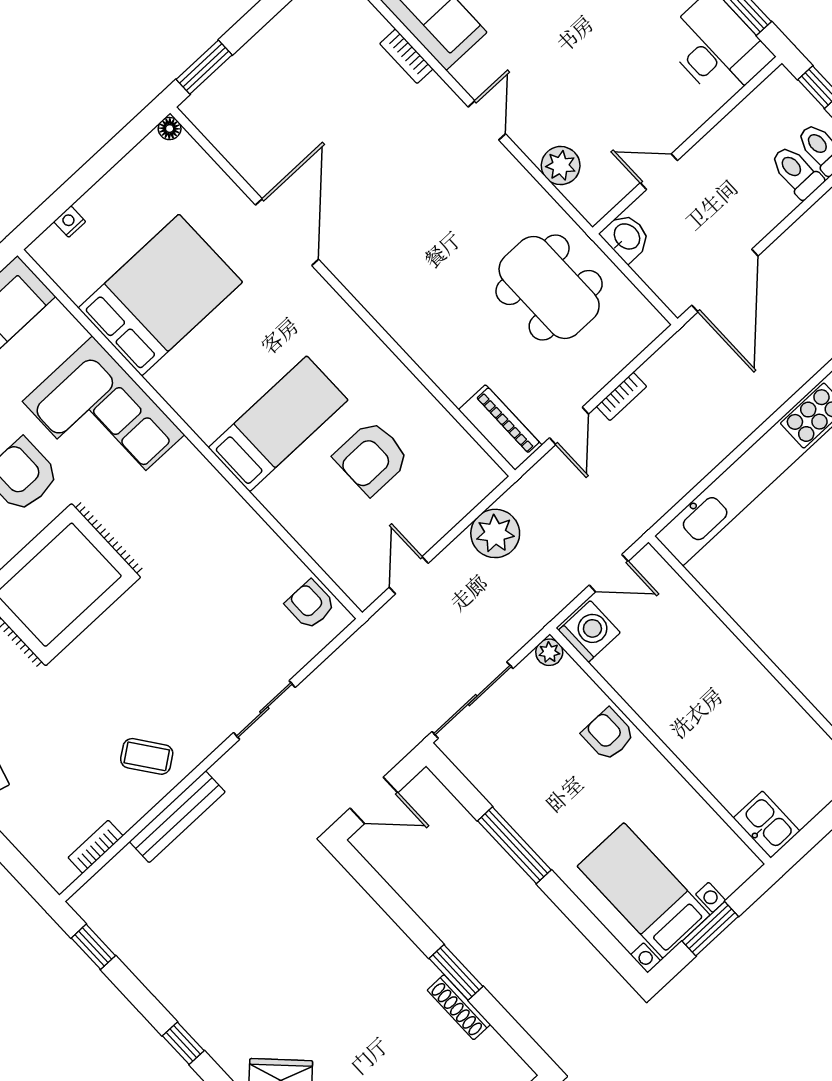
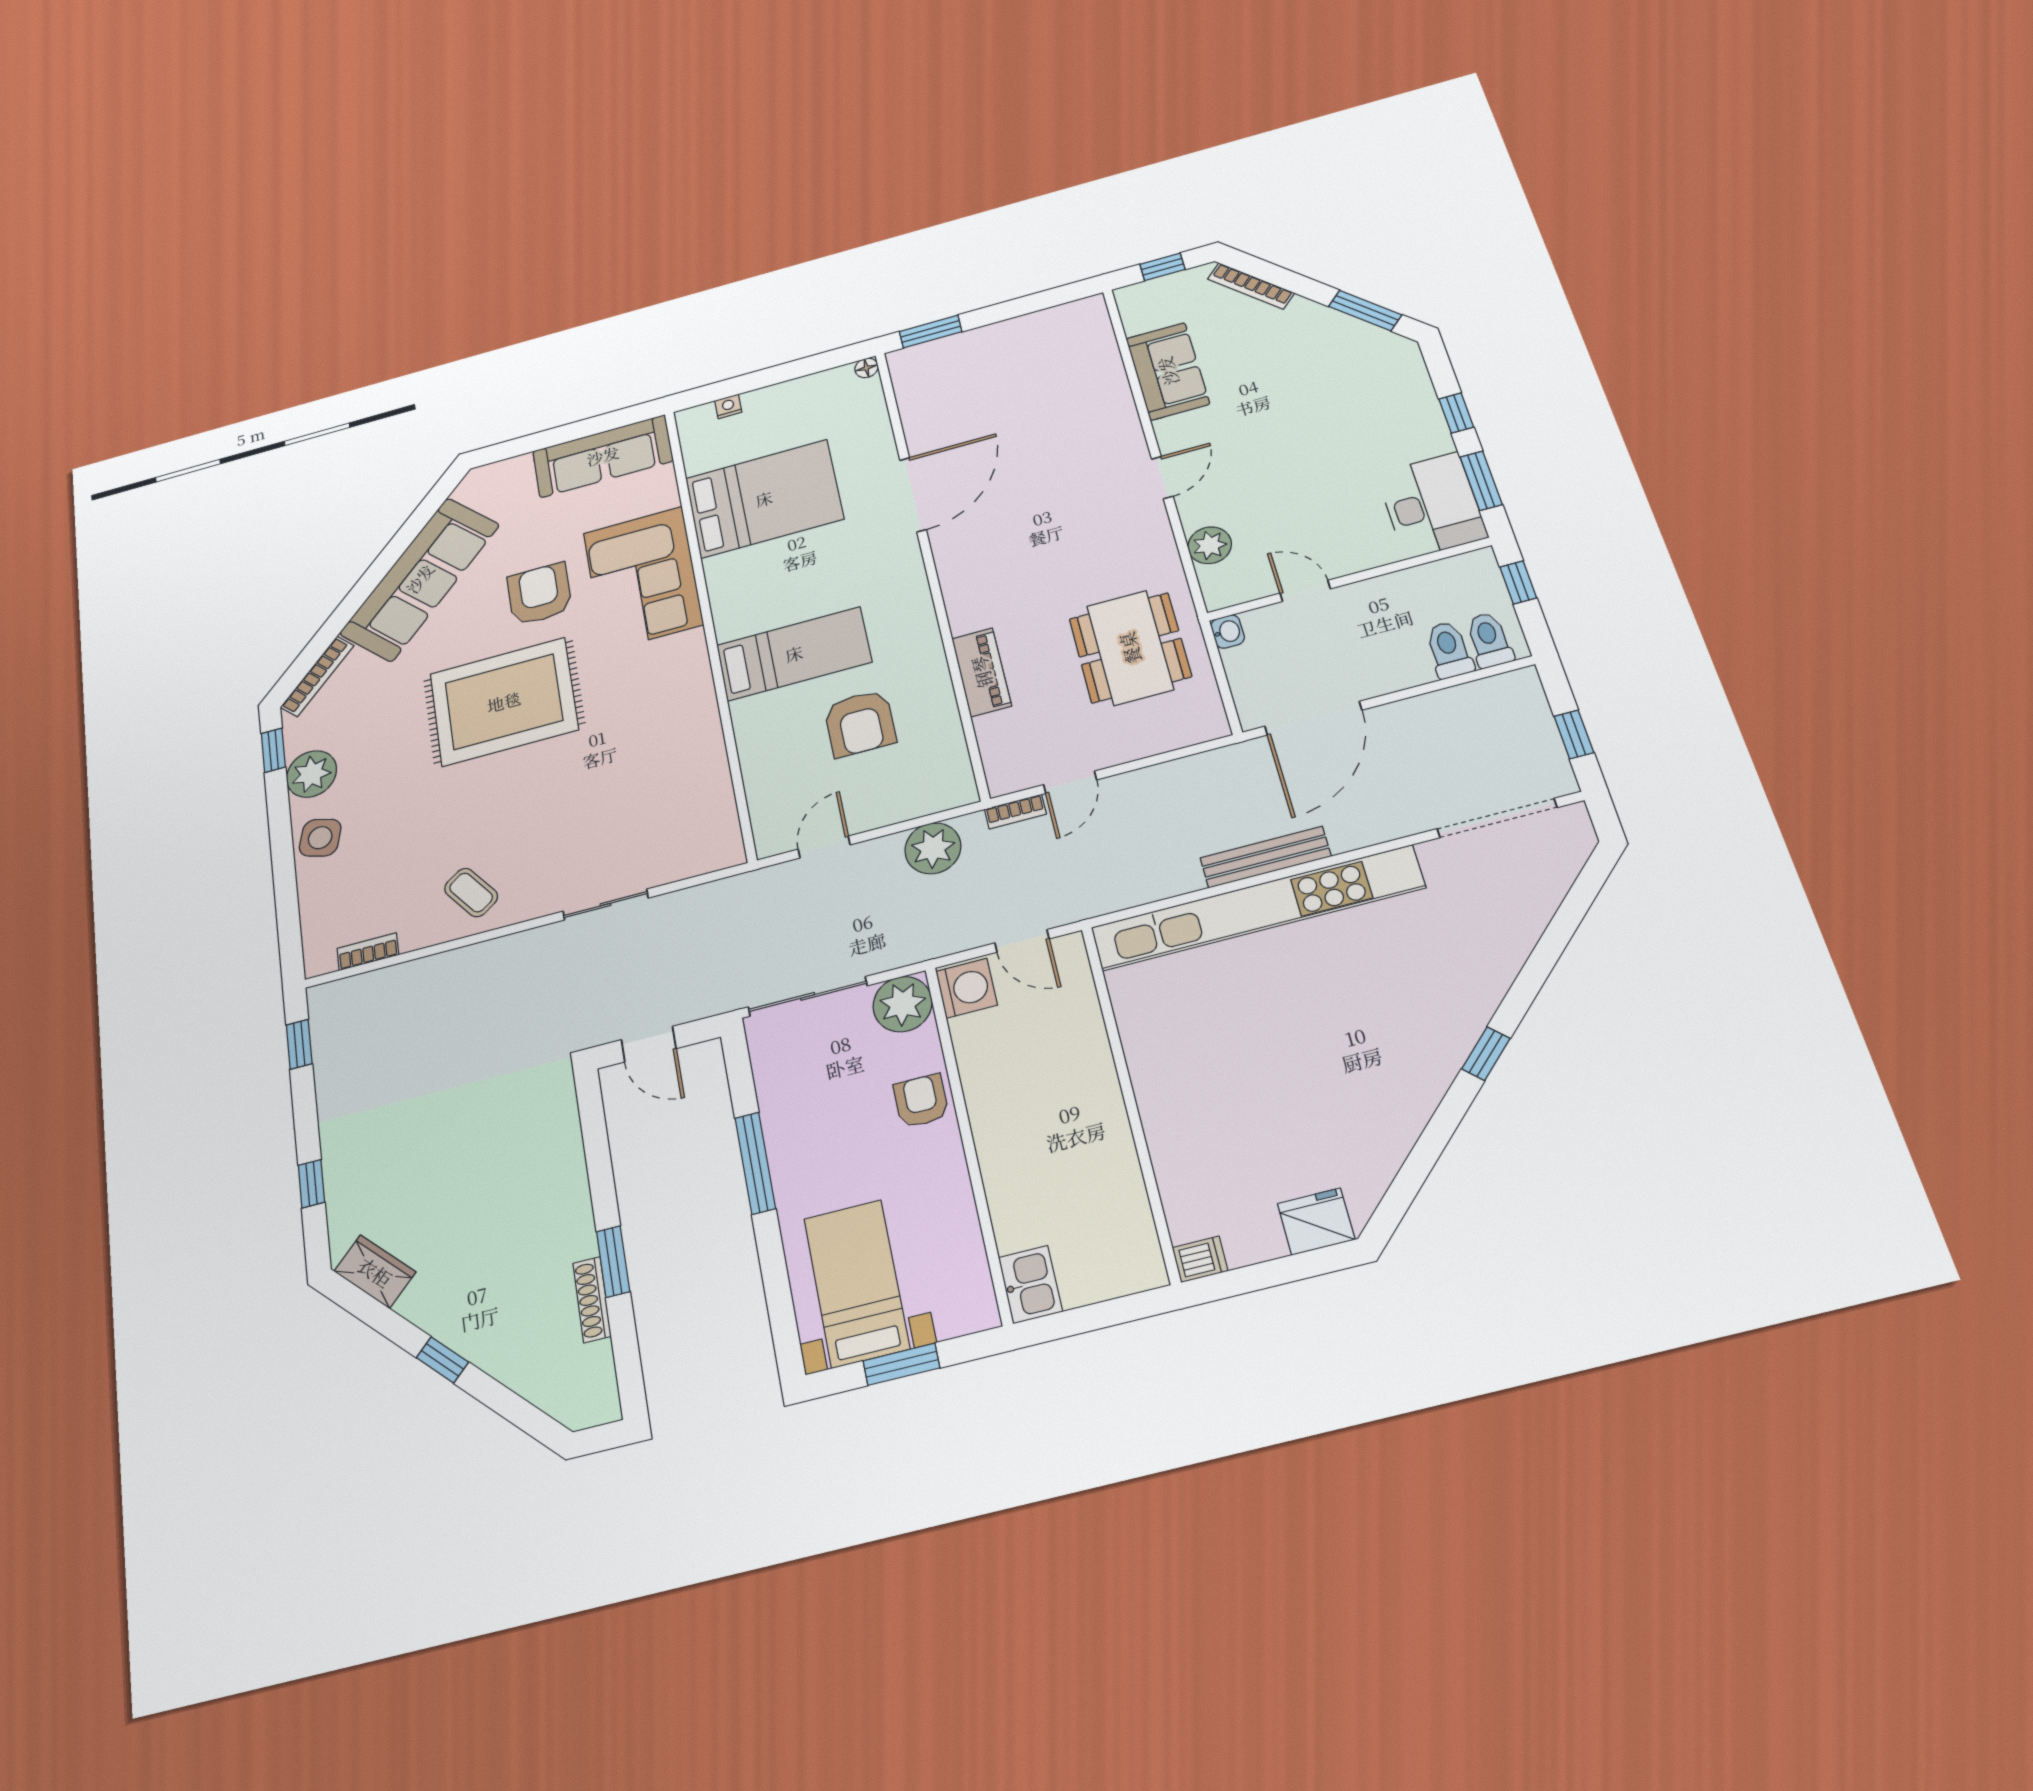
bookcase: (406, 56) -> (1121, 394), removed
washbasin: (626, 237) -> (1228, 632), width x0.72, depth x0.69
bookcase: (621, 396) -> (1015, 812), moved
piano: (500, 427) -> (982, 672), moved
armchair: (372, 458) -> (860, 723), turned -90
armchair: (310, 605) -> (714, 829), removed
plant: (549, 652) -> (902, 1004), width x1.87, depth x1.87
bench: (177, 817) -> (1266, 857), moved

